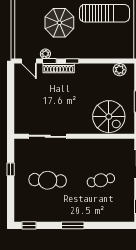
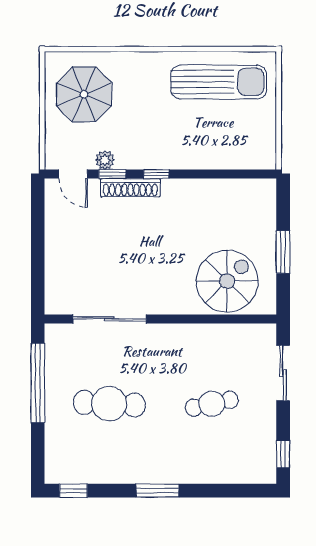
parasol: (59, 23) -> (84, 94), moved
plant: (120, 70) -> (248, 191), removed
spiral stairs: (109, 117) -> (227, 281), turned -90
window: (11, 169) -> (38, 383), width x3.17

